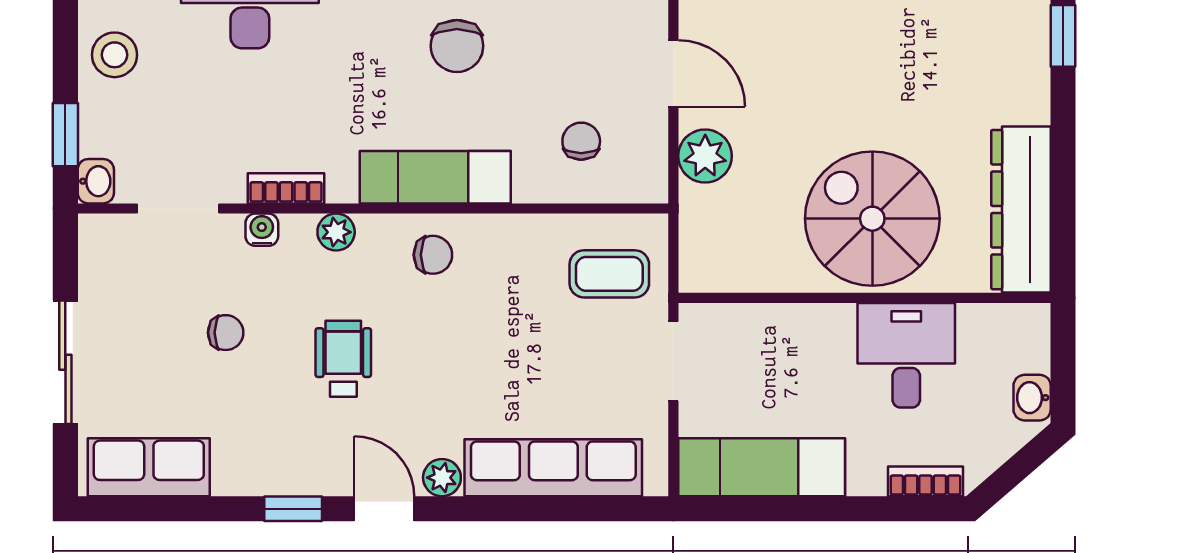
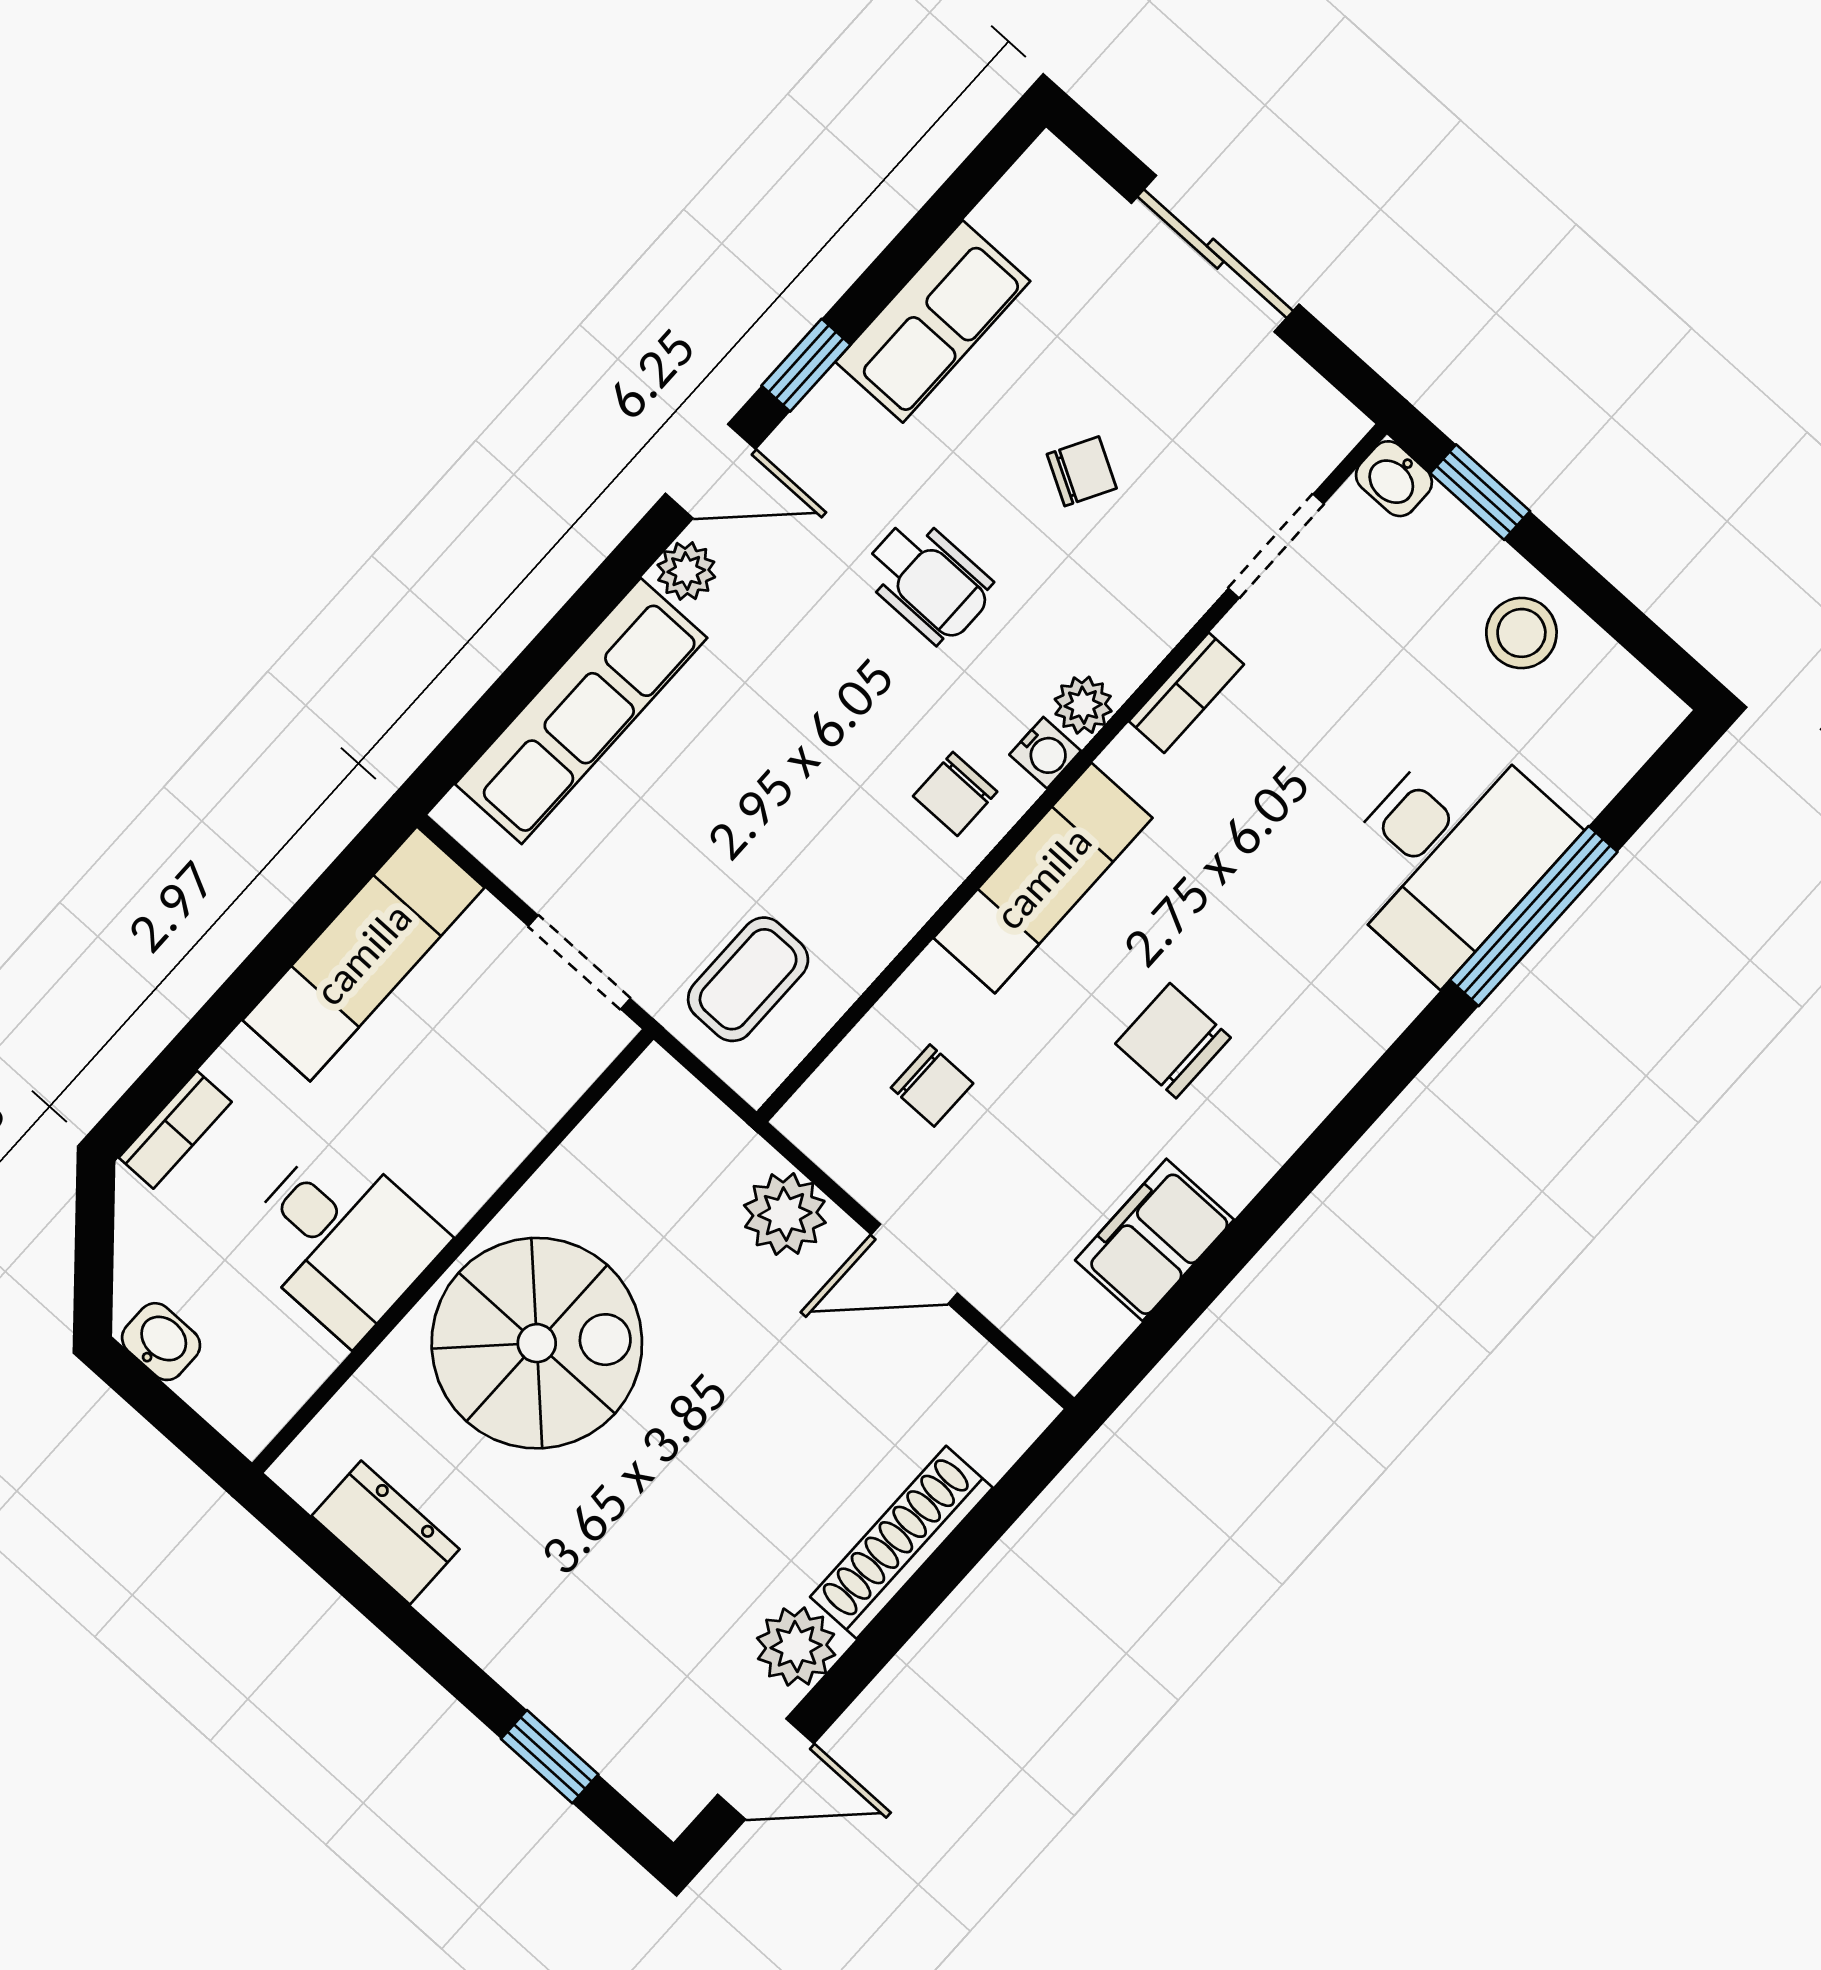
dresser: (1021, 210) -> (385, 1533), width x0.51, depth x0.80
water cooler: (262, 230) -> (1045, 753), moved
chair: (226, 333) -> (1082, 471), turned -151
row of seats: (149, 467) -> (933, 321), moved

